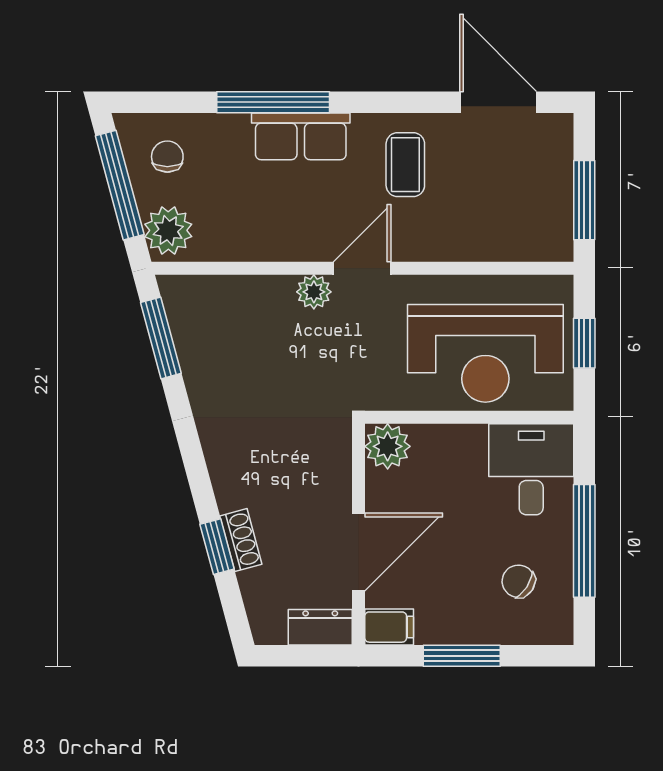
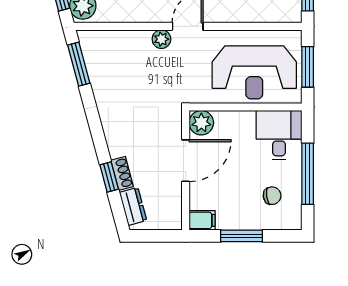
window: (584, 343) -> (308, 67), width x1.50
door: (358, 552) -> (186, 161), moved
chair: (518, 581) -> (272, 196), turned 139
dresser: (320, 627) -> (133, 206), moved, turned 75

